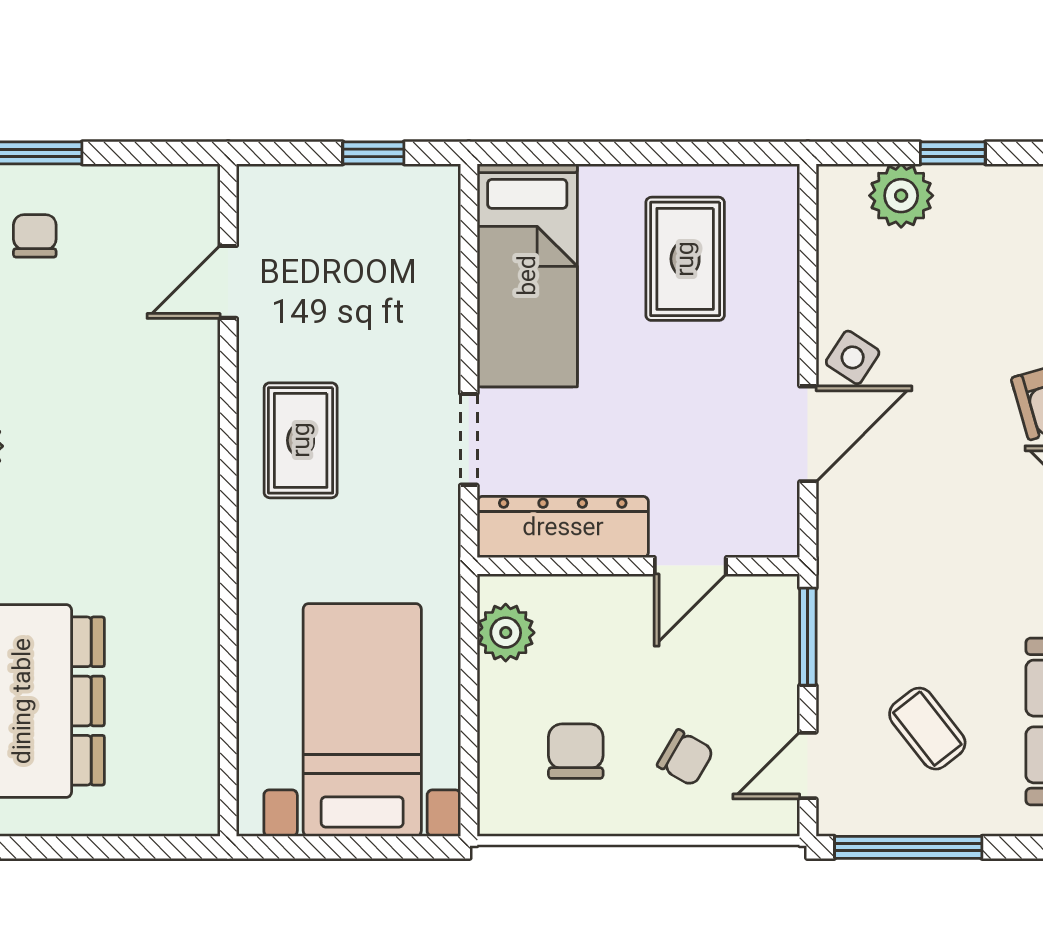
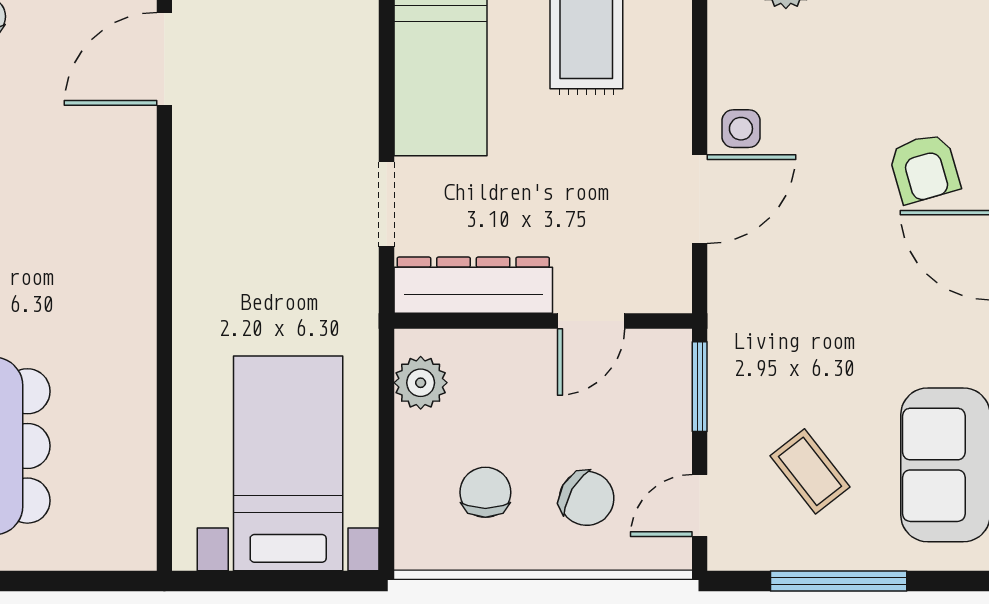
door: (228, 282) -> (164, 59), width x1.38
side table: (853, 357) -> (741, 129), turned -33
rug: (301, 440) -> (231, 205), removed
chair: (685, 758) -> (587, 498), width x1.37, depth x1.37
window: (908, 847) -> (839, 581), moved

